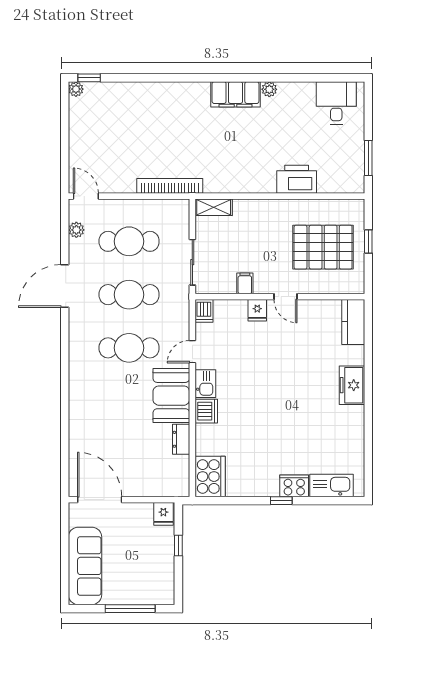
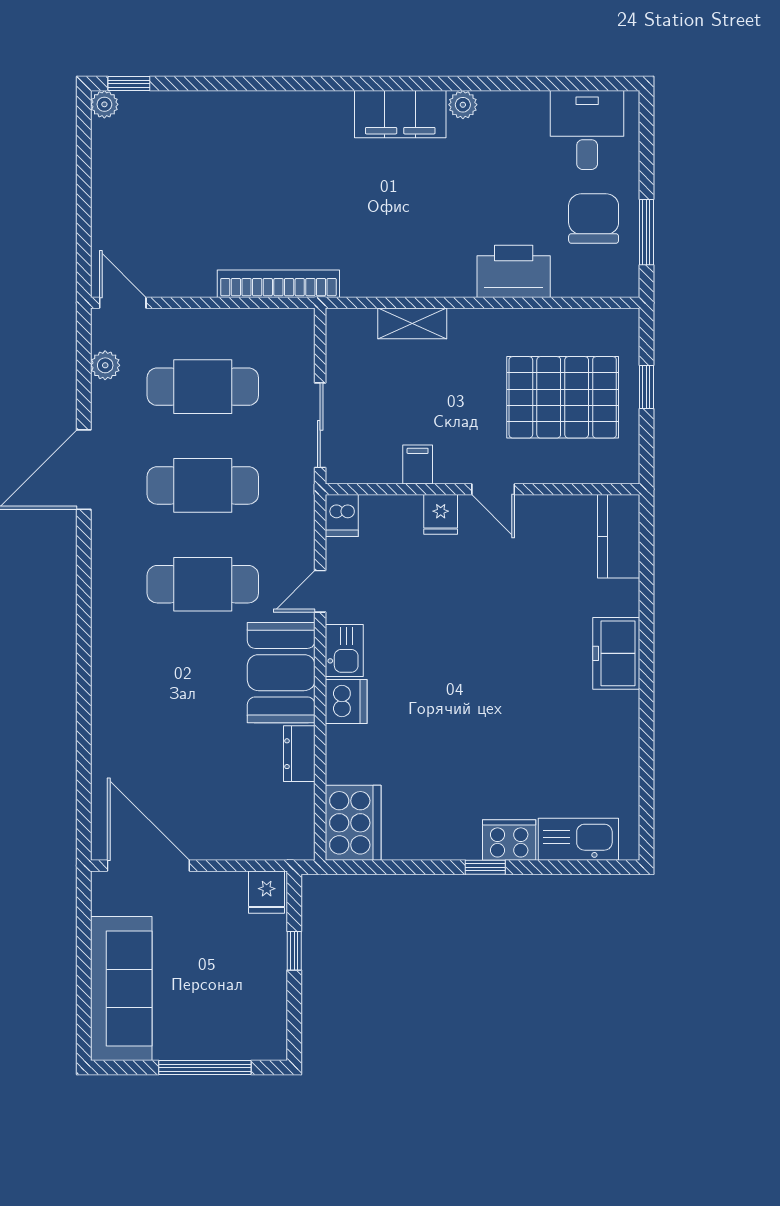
chair: (340, 151) -> (594, 219), added
shelving: (214, 207) -> (412, 323), moved

